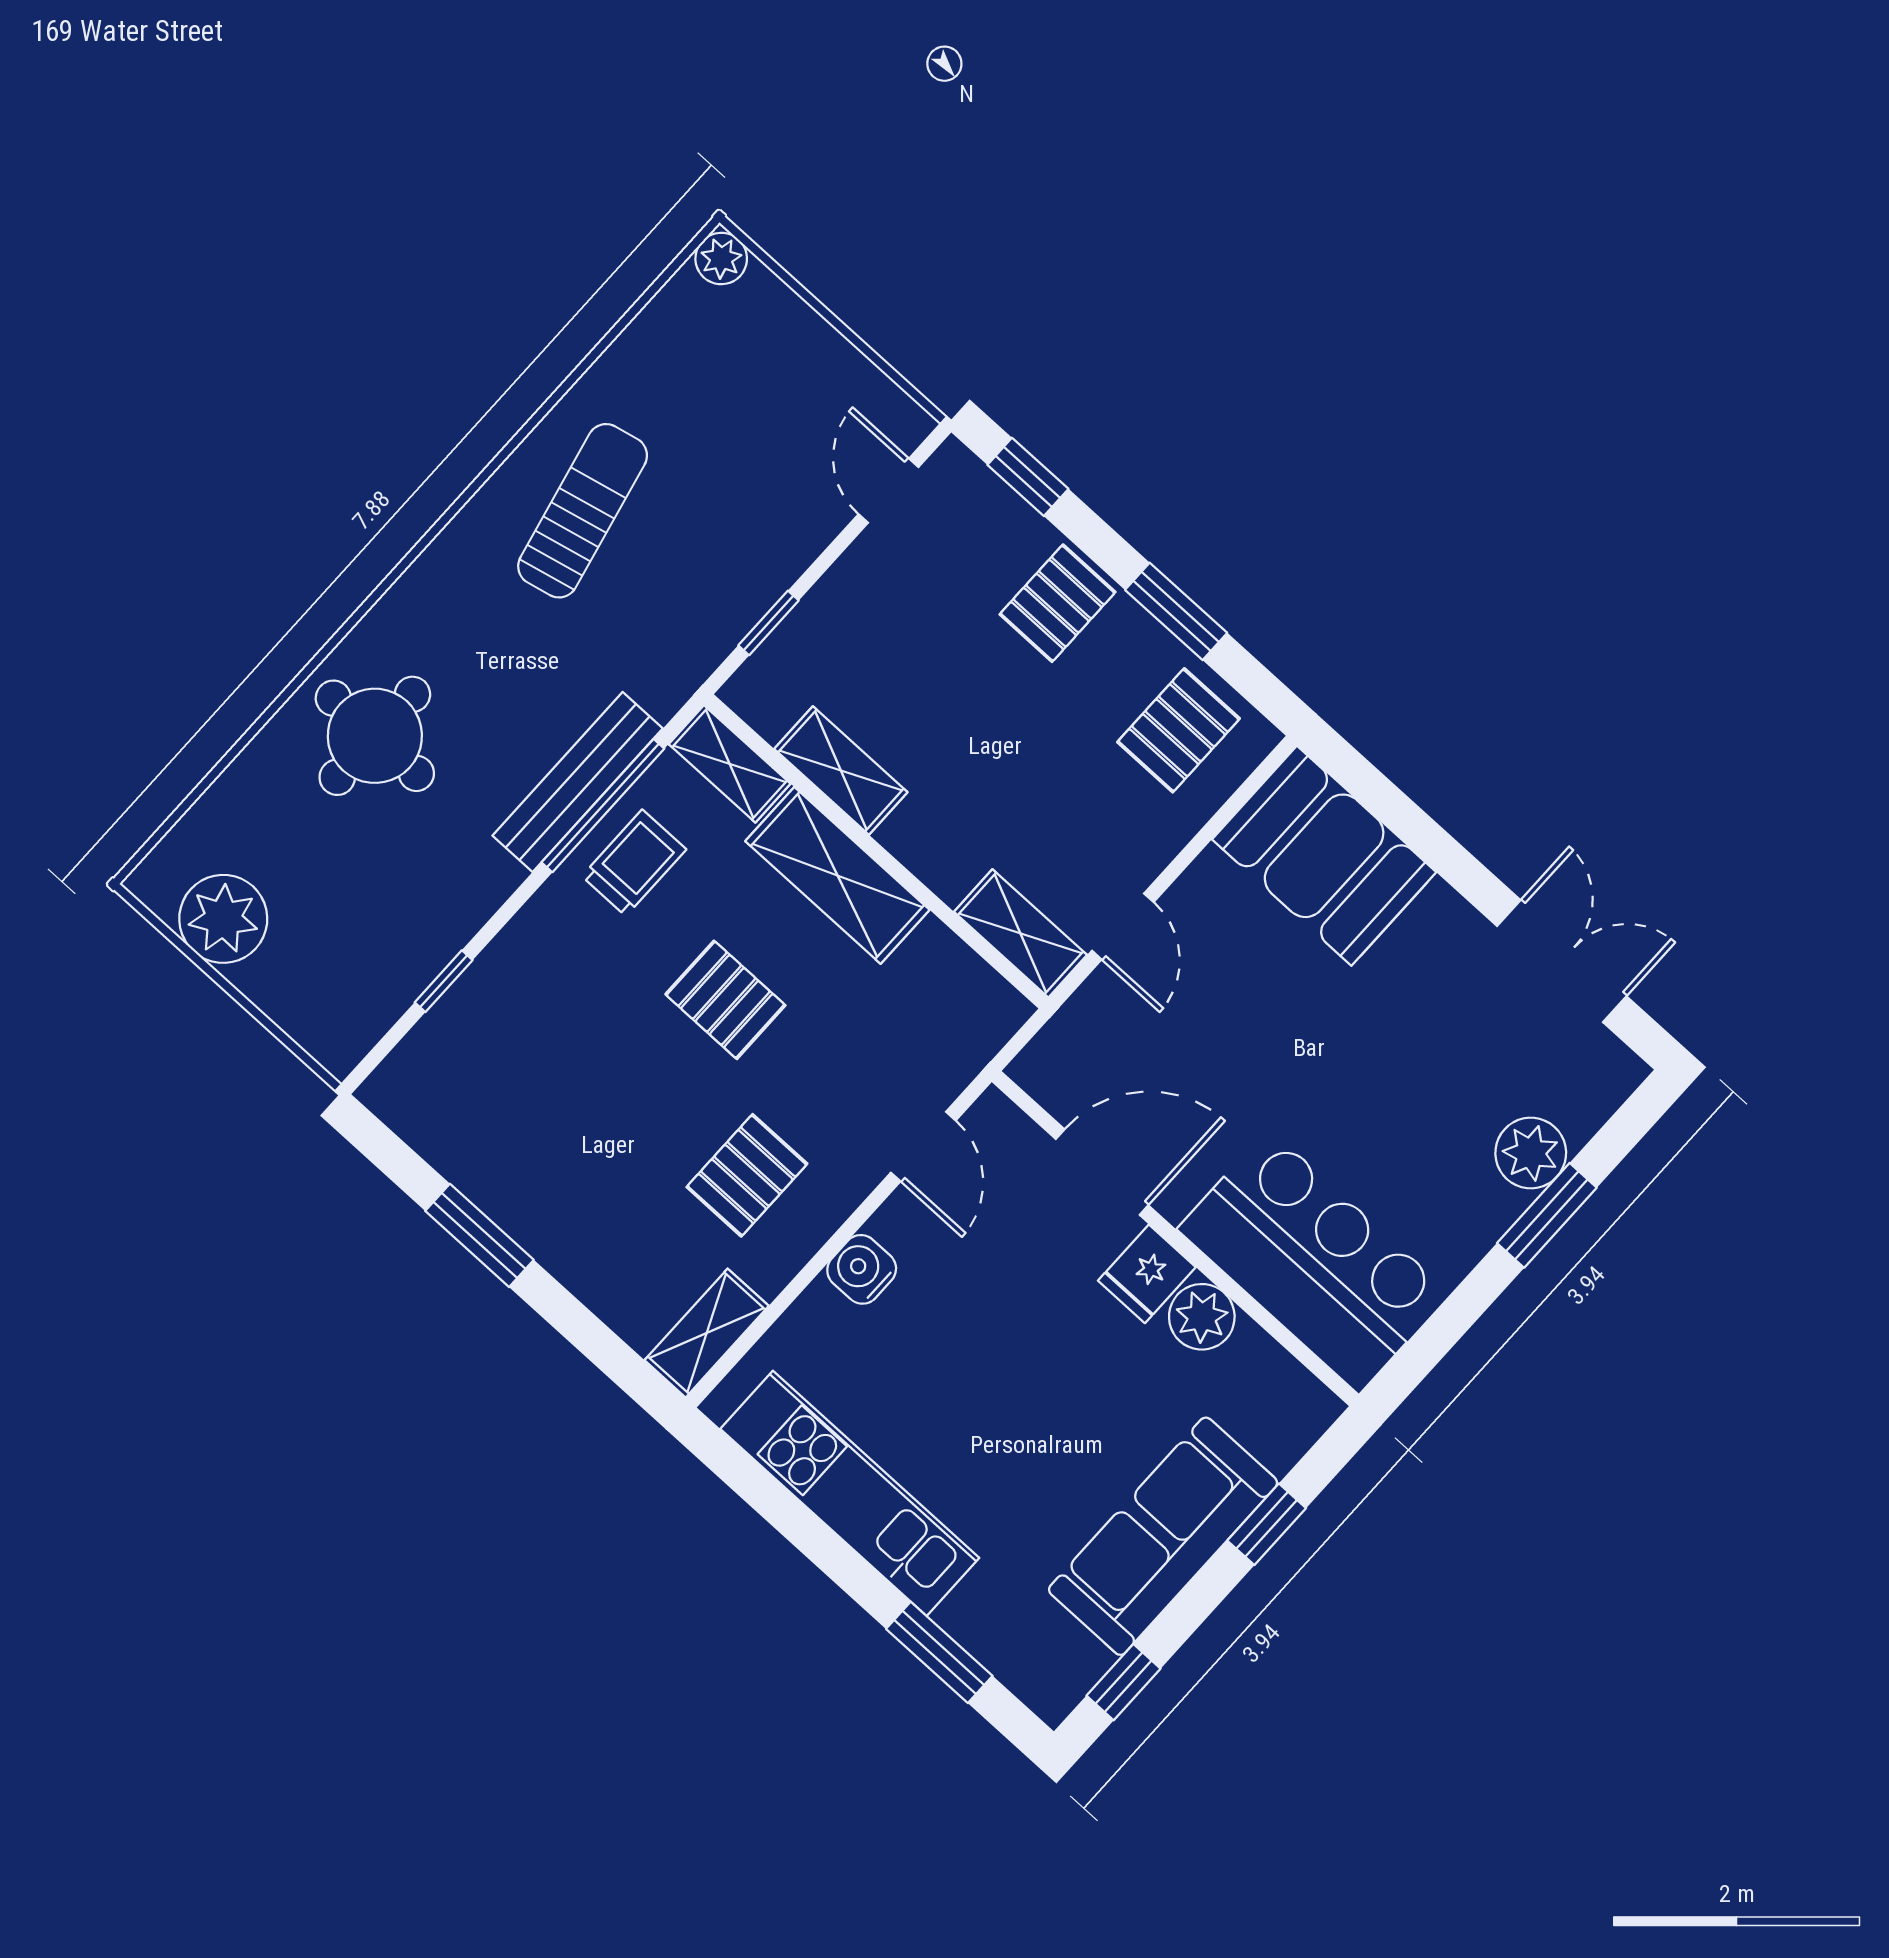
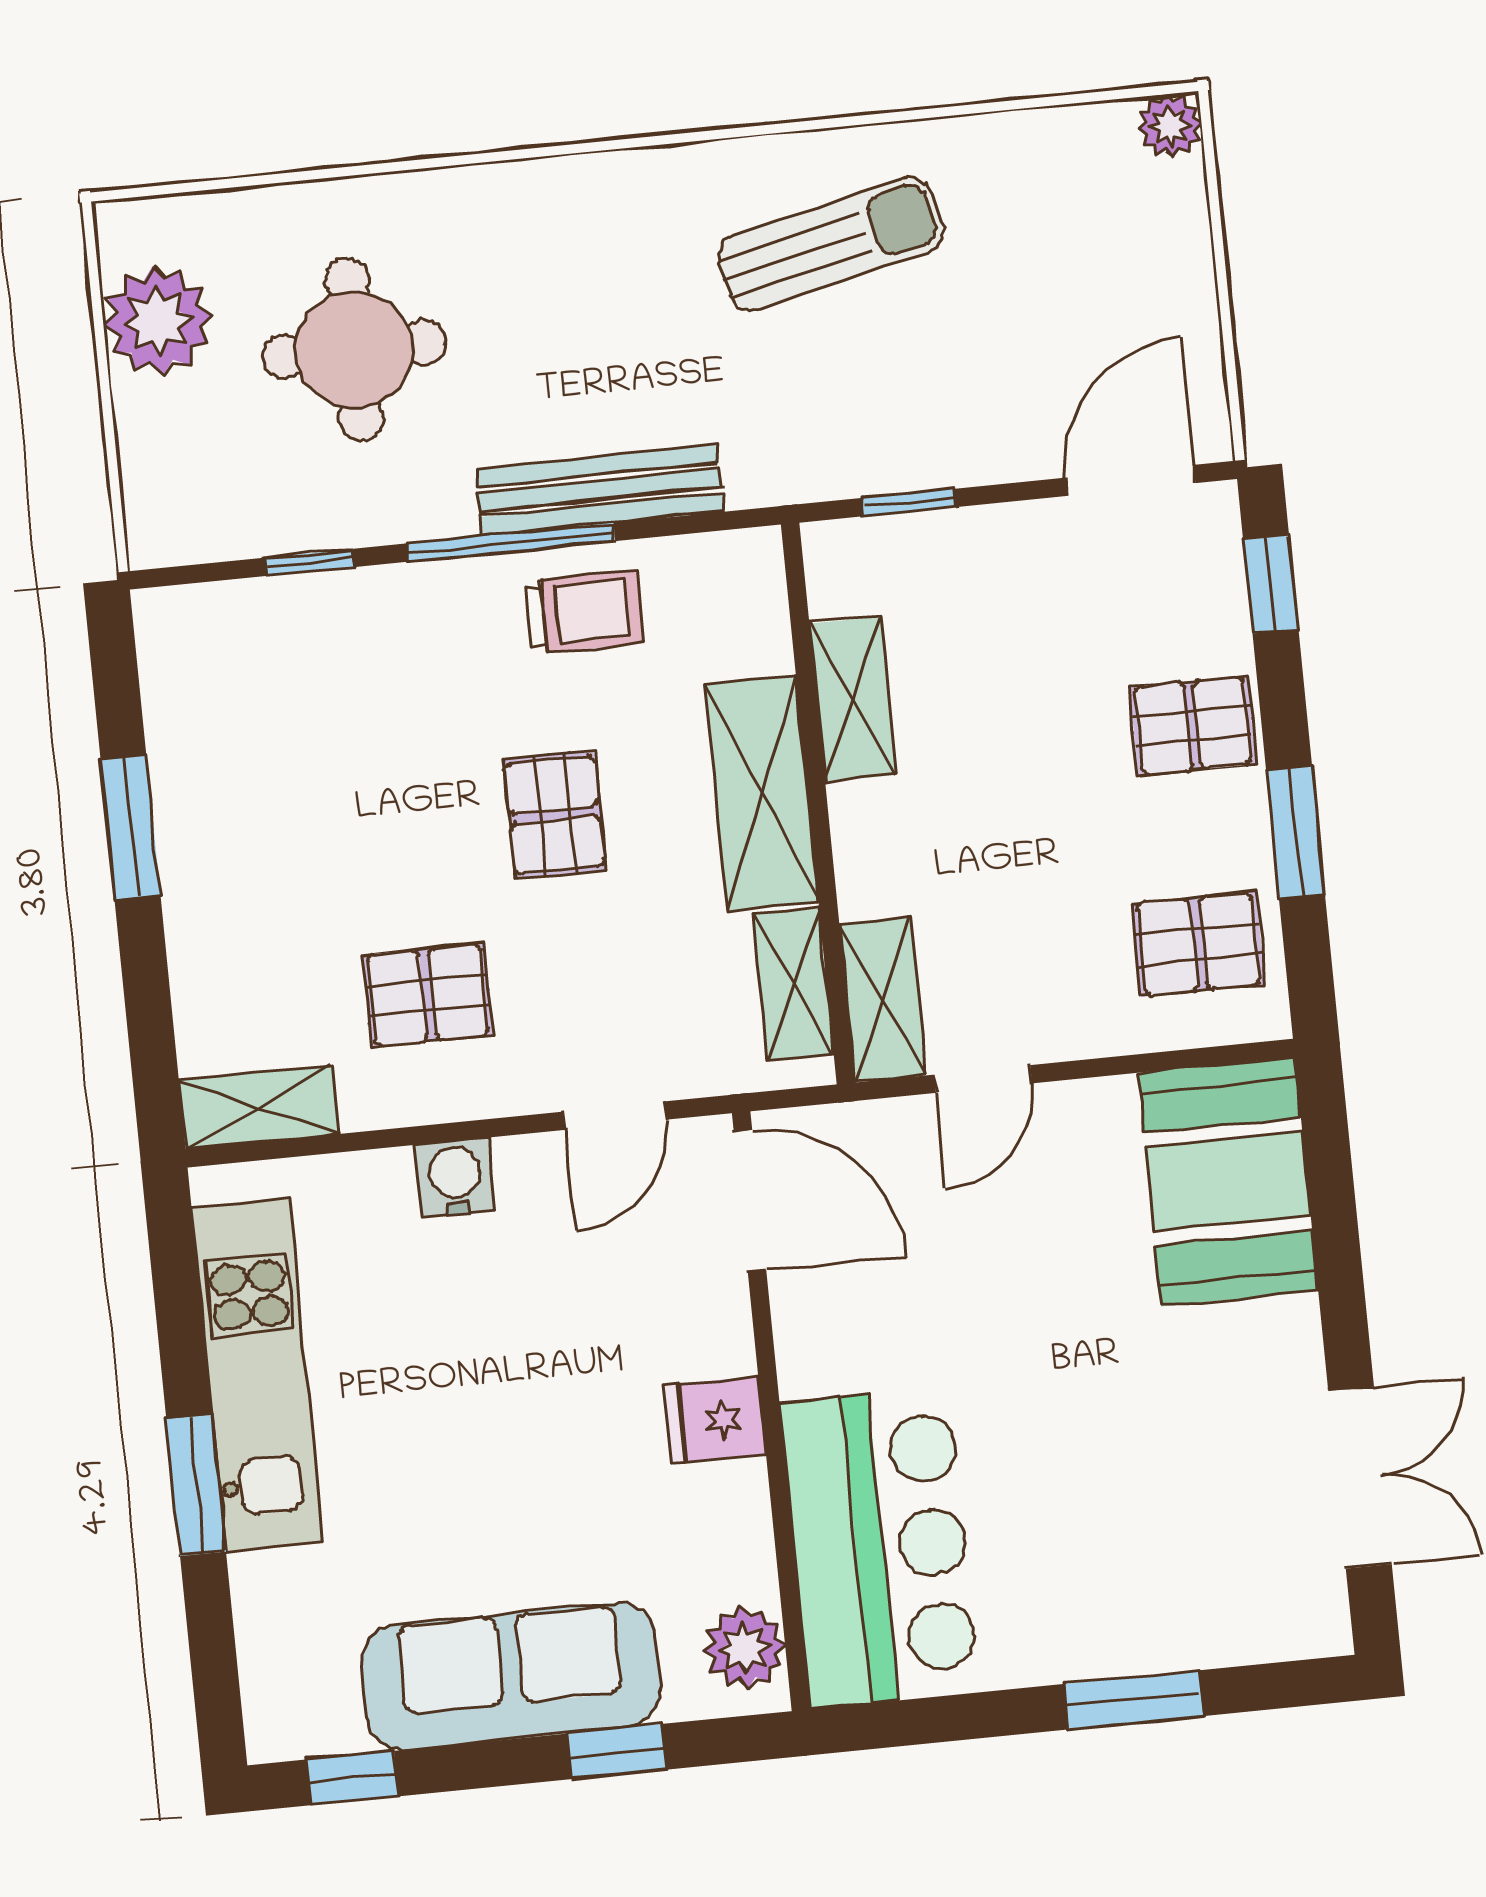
door: (888, 491) -> (1131, 480), width x1.38
round table: (375, 736) -> (354, 350), moved
shelving: (730, 764) -> (794, 984), moved
window: (603, 806) -> (511, 542), moved
plant: (1531, 1153) -> (1171, 1629), removed
door: (1102, 1172) -> (750, 1201), moved
plant: (1202, 1317) -> (744, 1648), moved
window: (939, 1652) -> (196, 1485), moved

